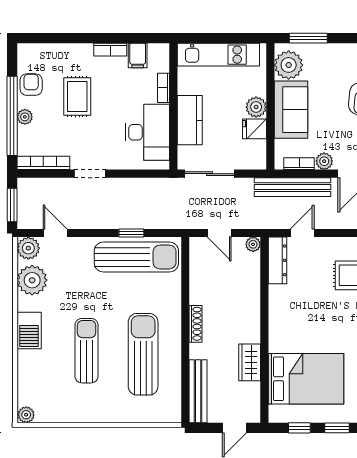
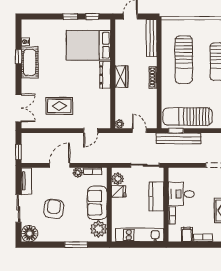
window: (308, 38) -> (76, 245), moved
plant: (256, 107) -> (118, 179), moved
desk: (147, 132) -> (181, 194), width x0.73
bench: (293, 187) -> (179, 138), moved
window: (131, 233) -> (176, 131), moved
dresser: (278, 260) -> (105, 75), moved
wardrobe: (250, 362) -> (121, 77), moved

